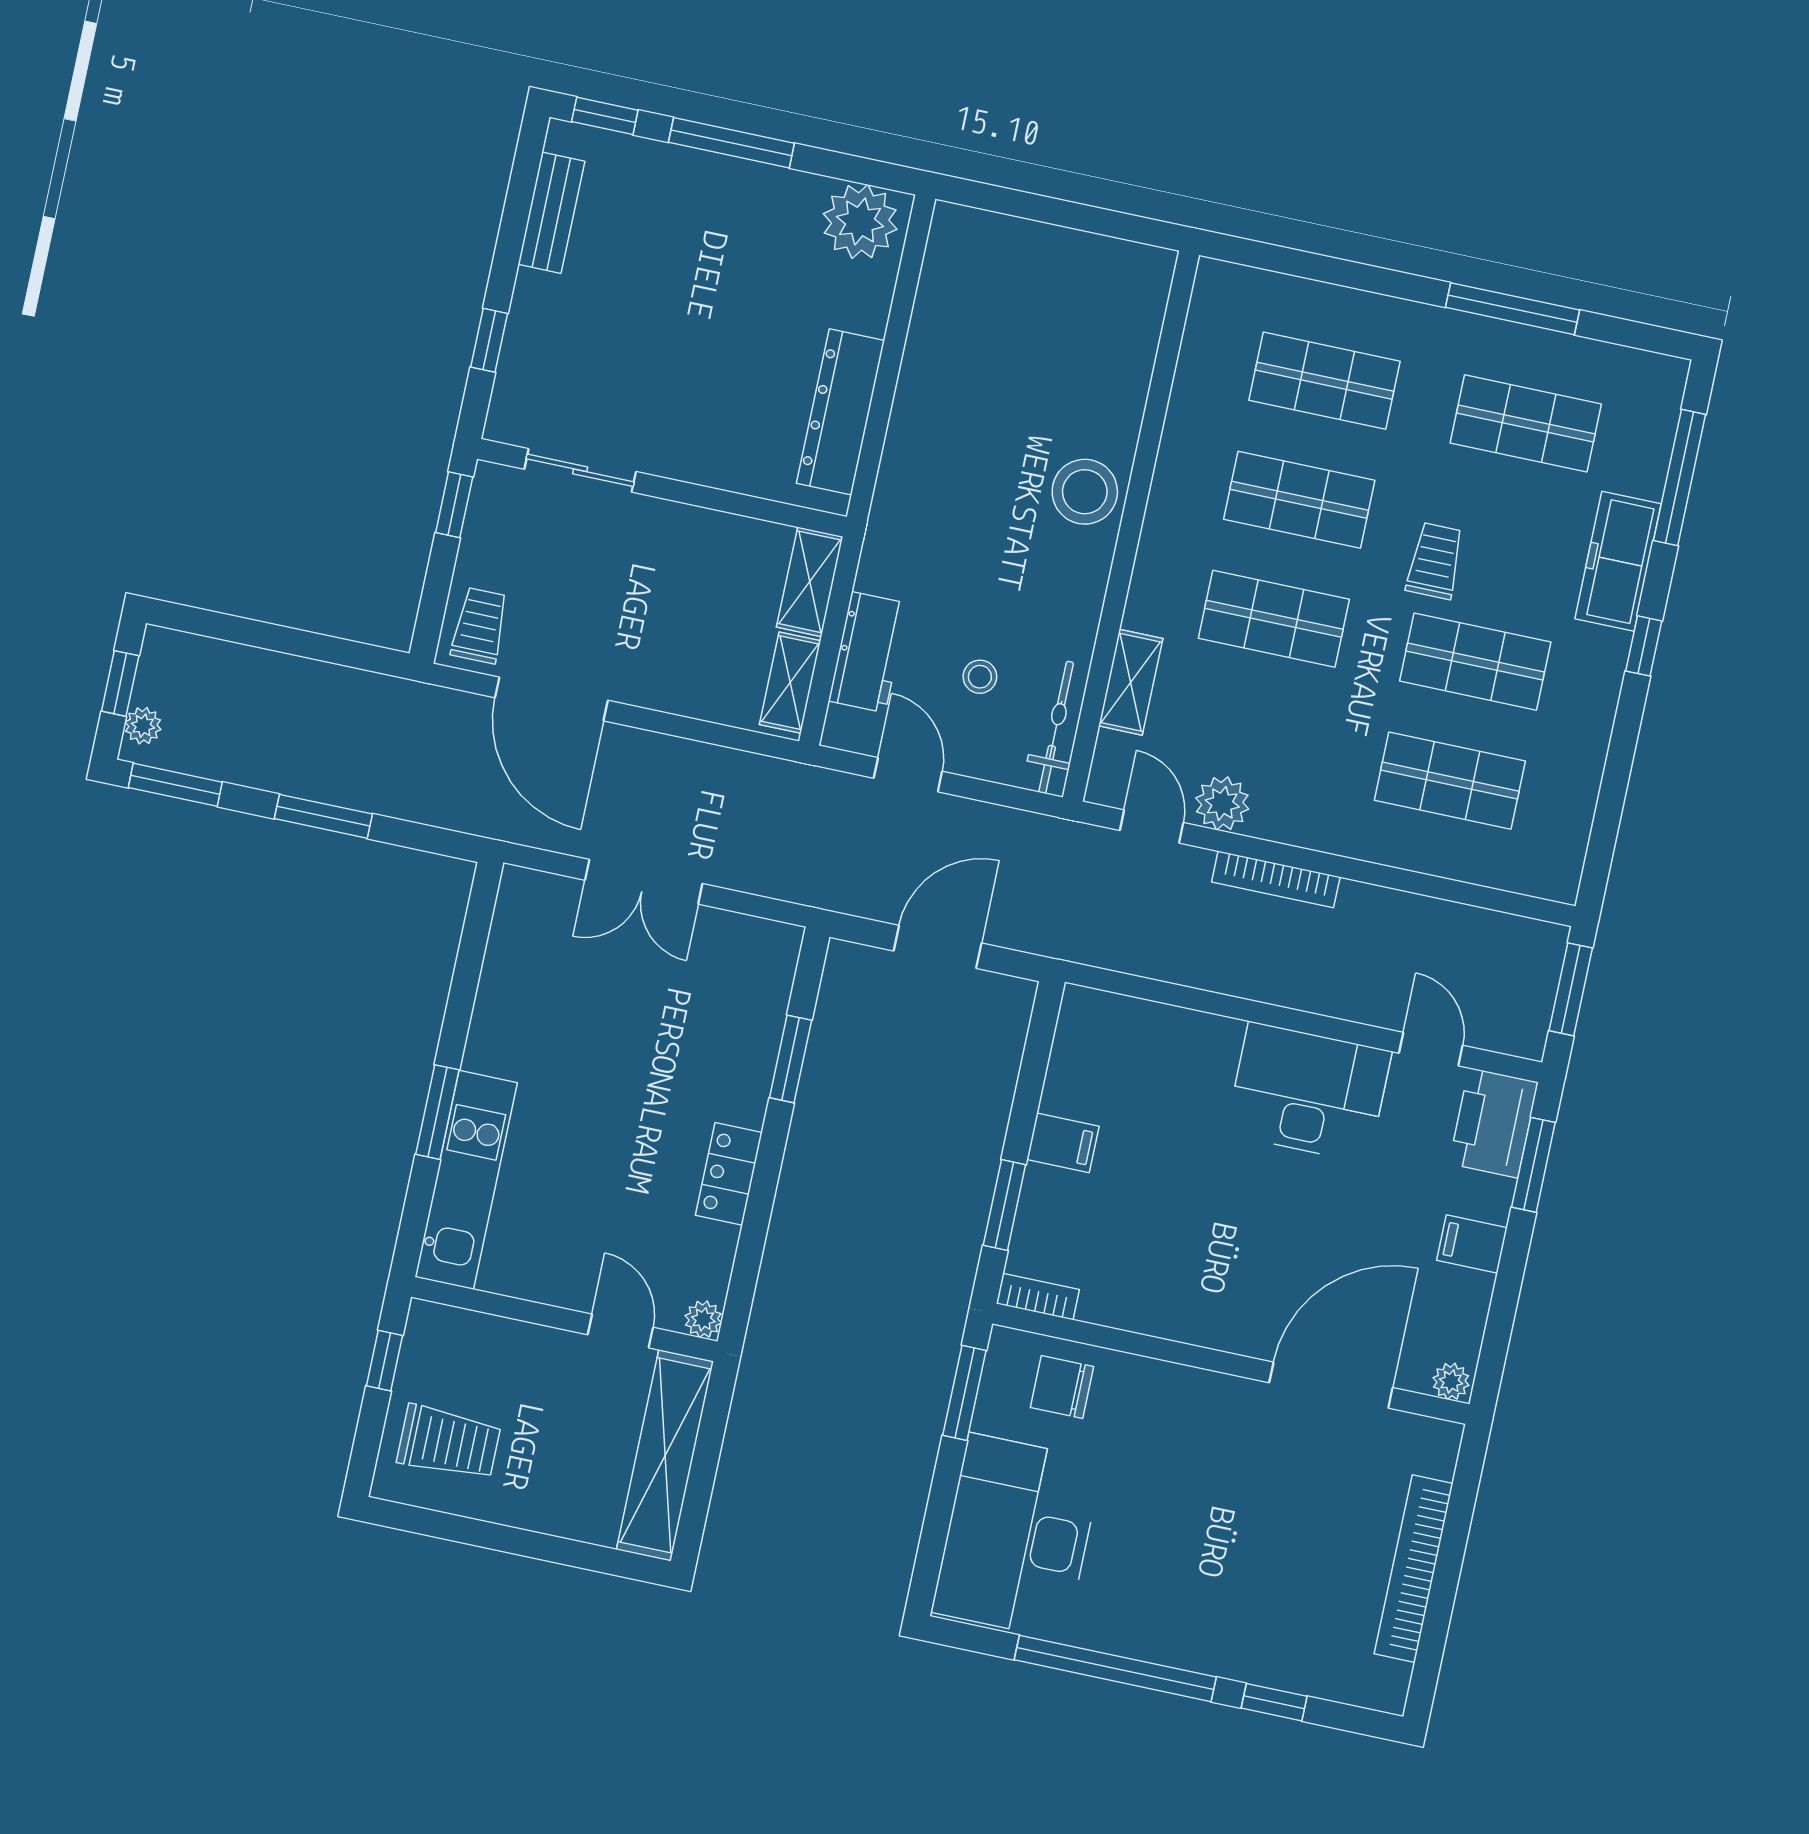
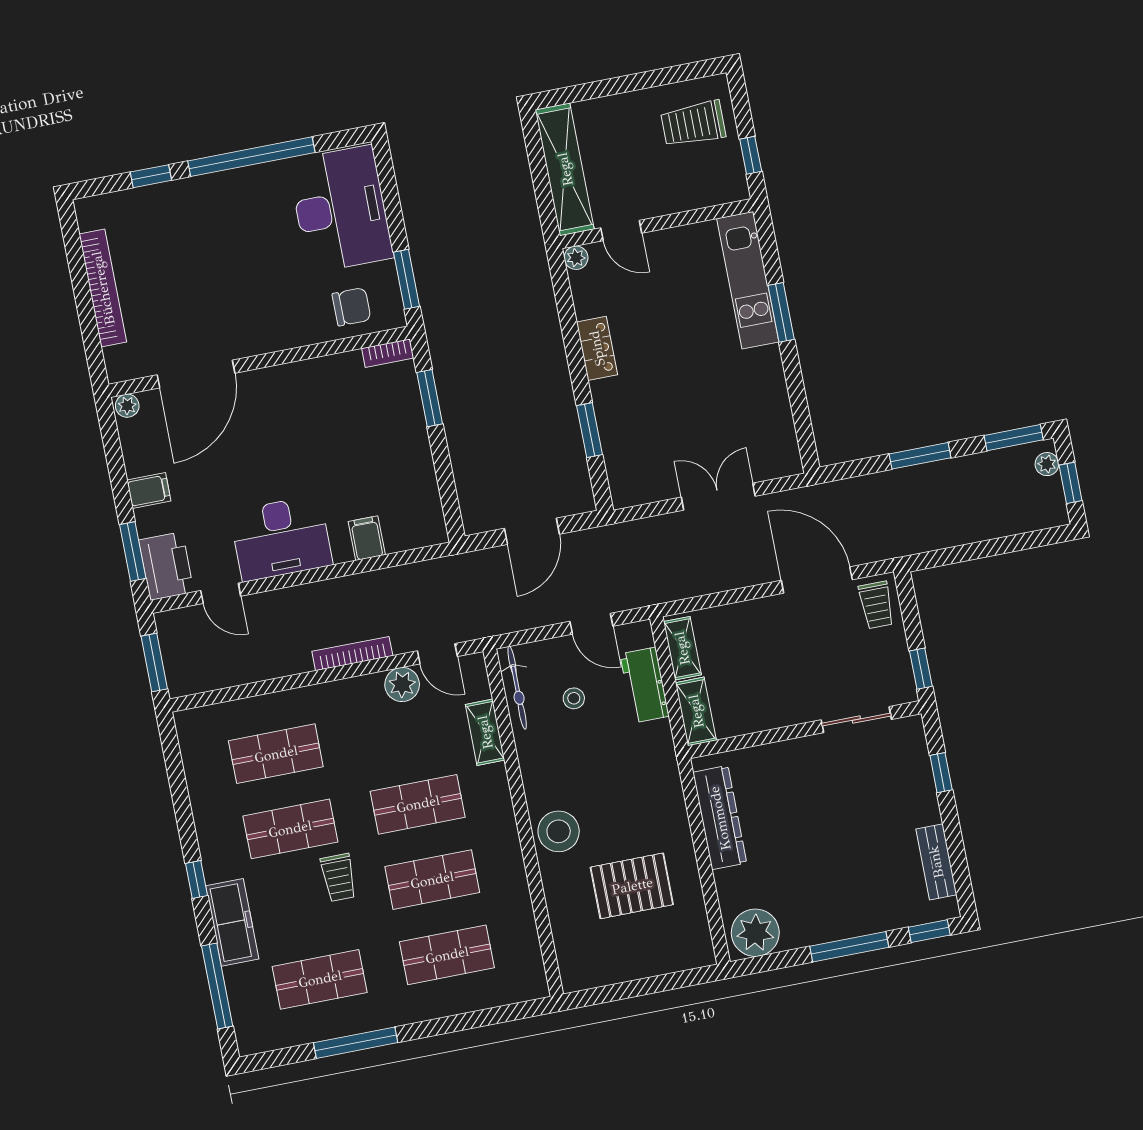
pallet: (1011, 367) -> (632, 886), added
filing cabinet: (1063, 1143) -> (367, 538), moved, turned 90

